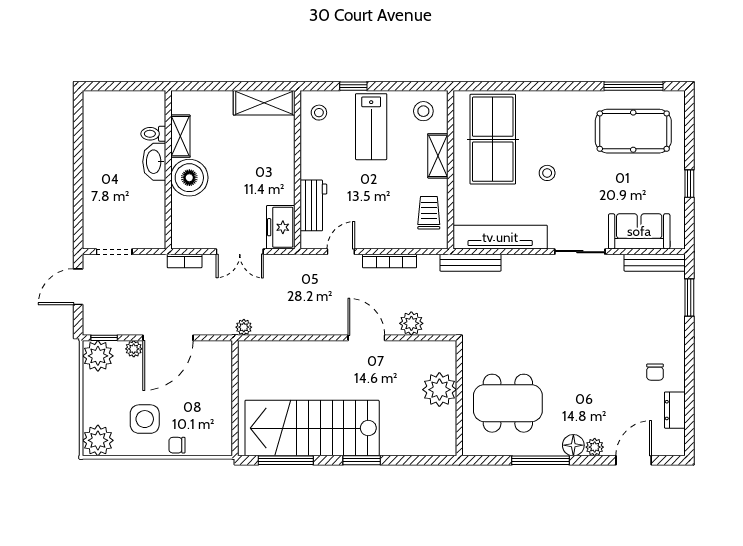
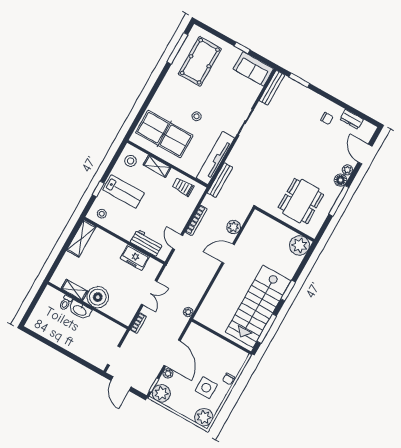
freezer: (281, 227) -> (135, 258), moved
sofa: (639, 231) -> (253, 69), moved, turned -90
plant: (439, 390) -> (299, 245), moved

